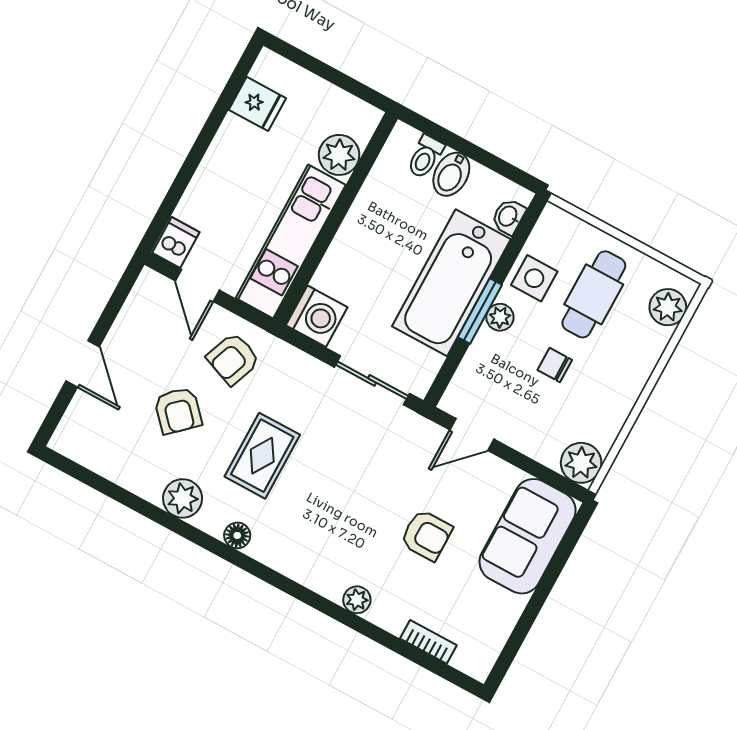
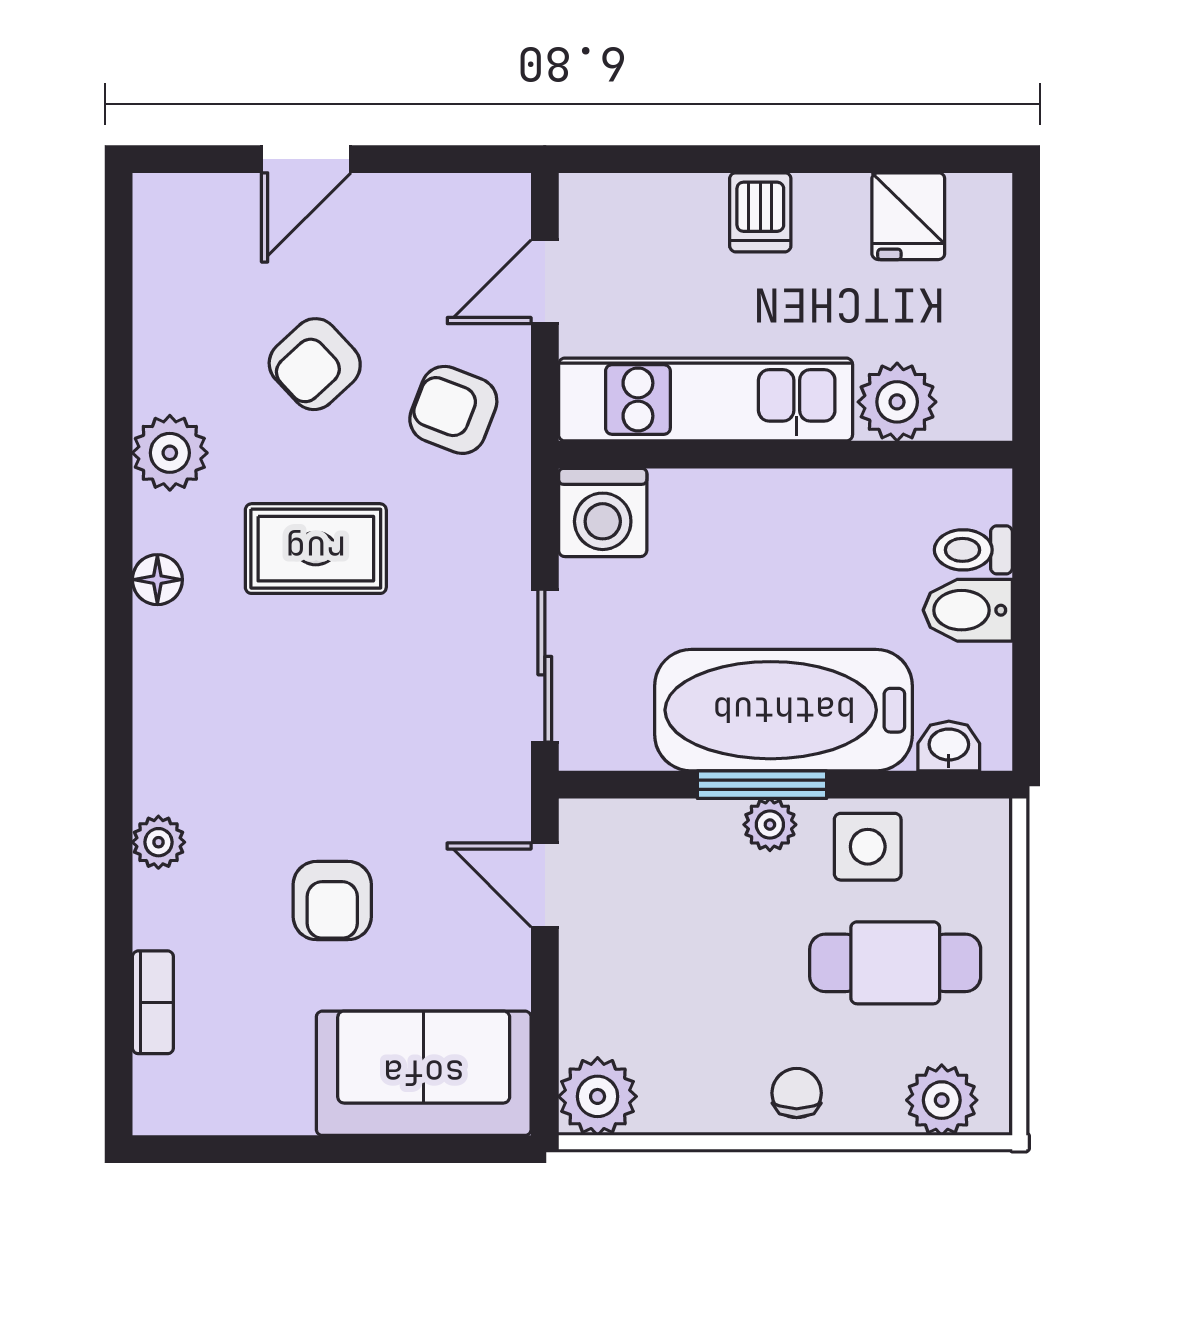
dishwasher: (176, 242) -> (760, 212), moved, turned 90
chair: (555, 365) -> (797, 1093), moved

